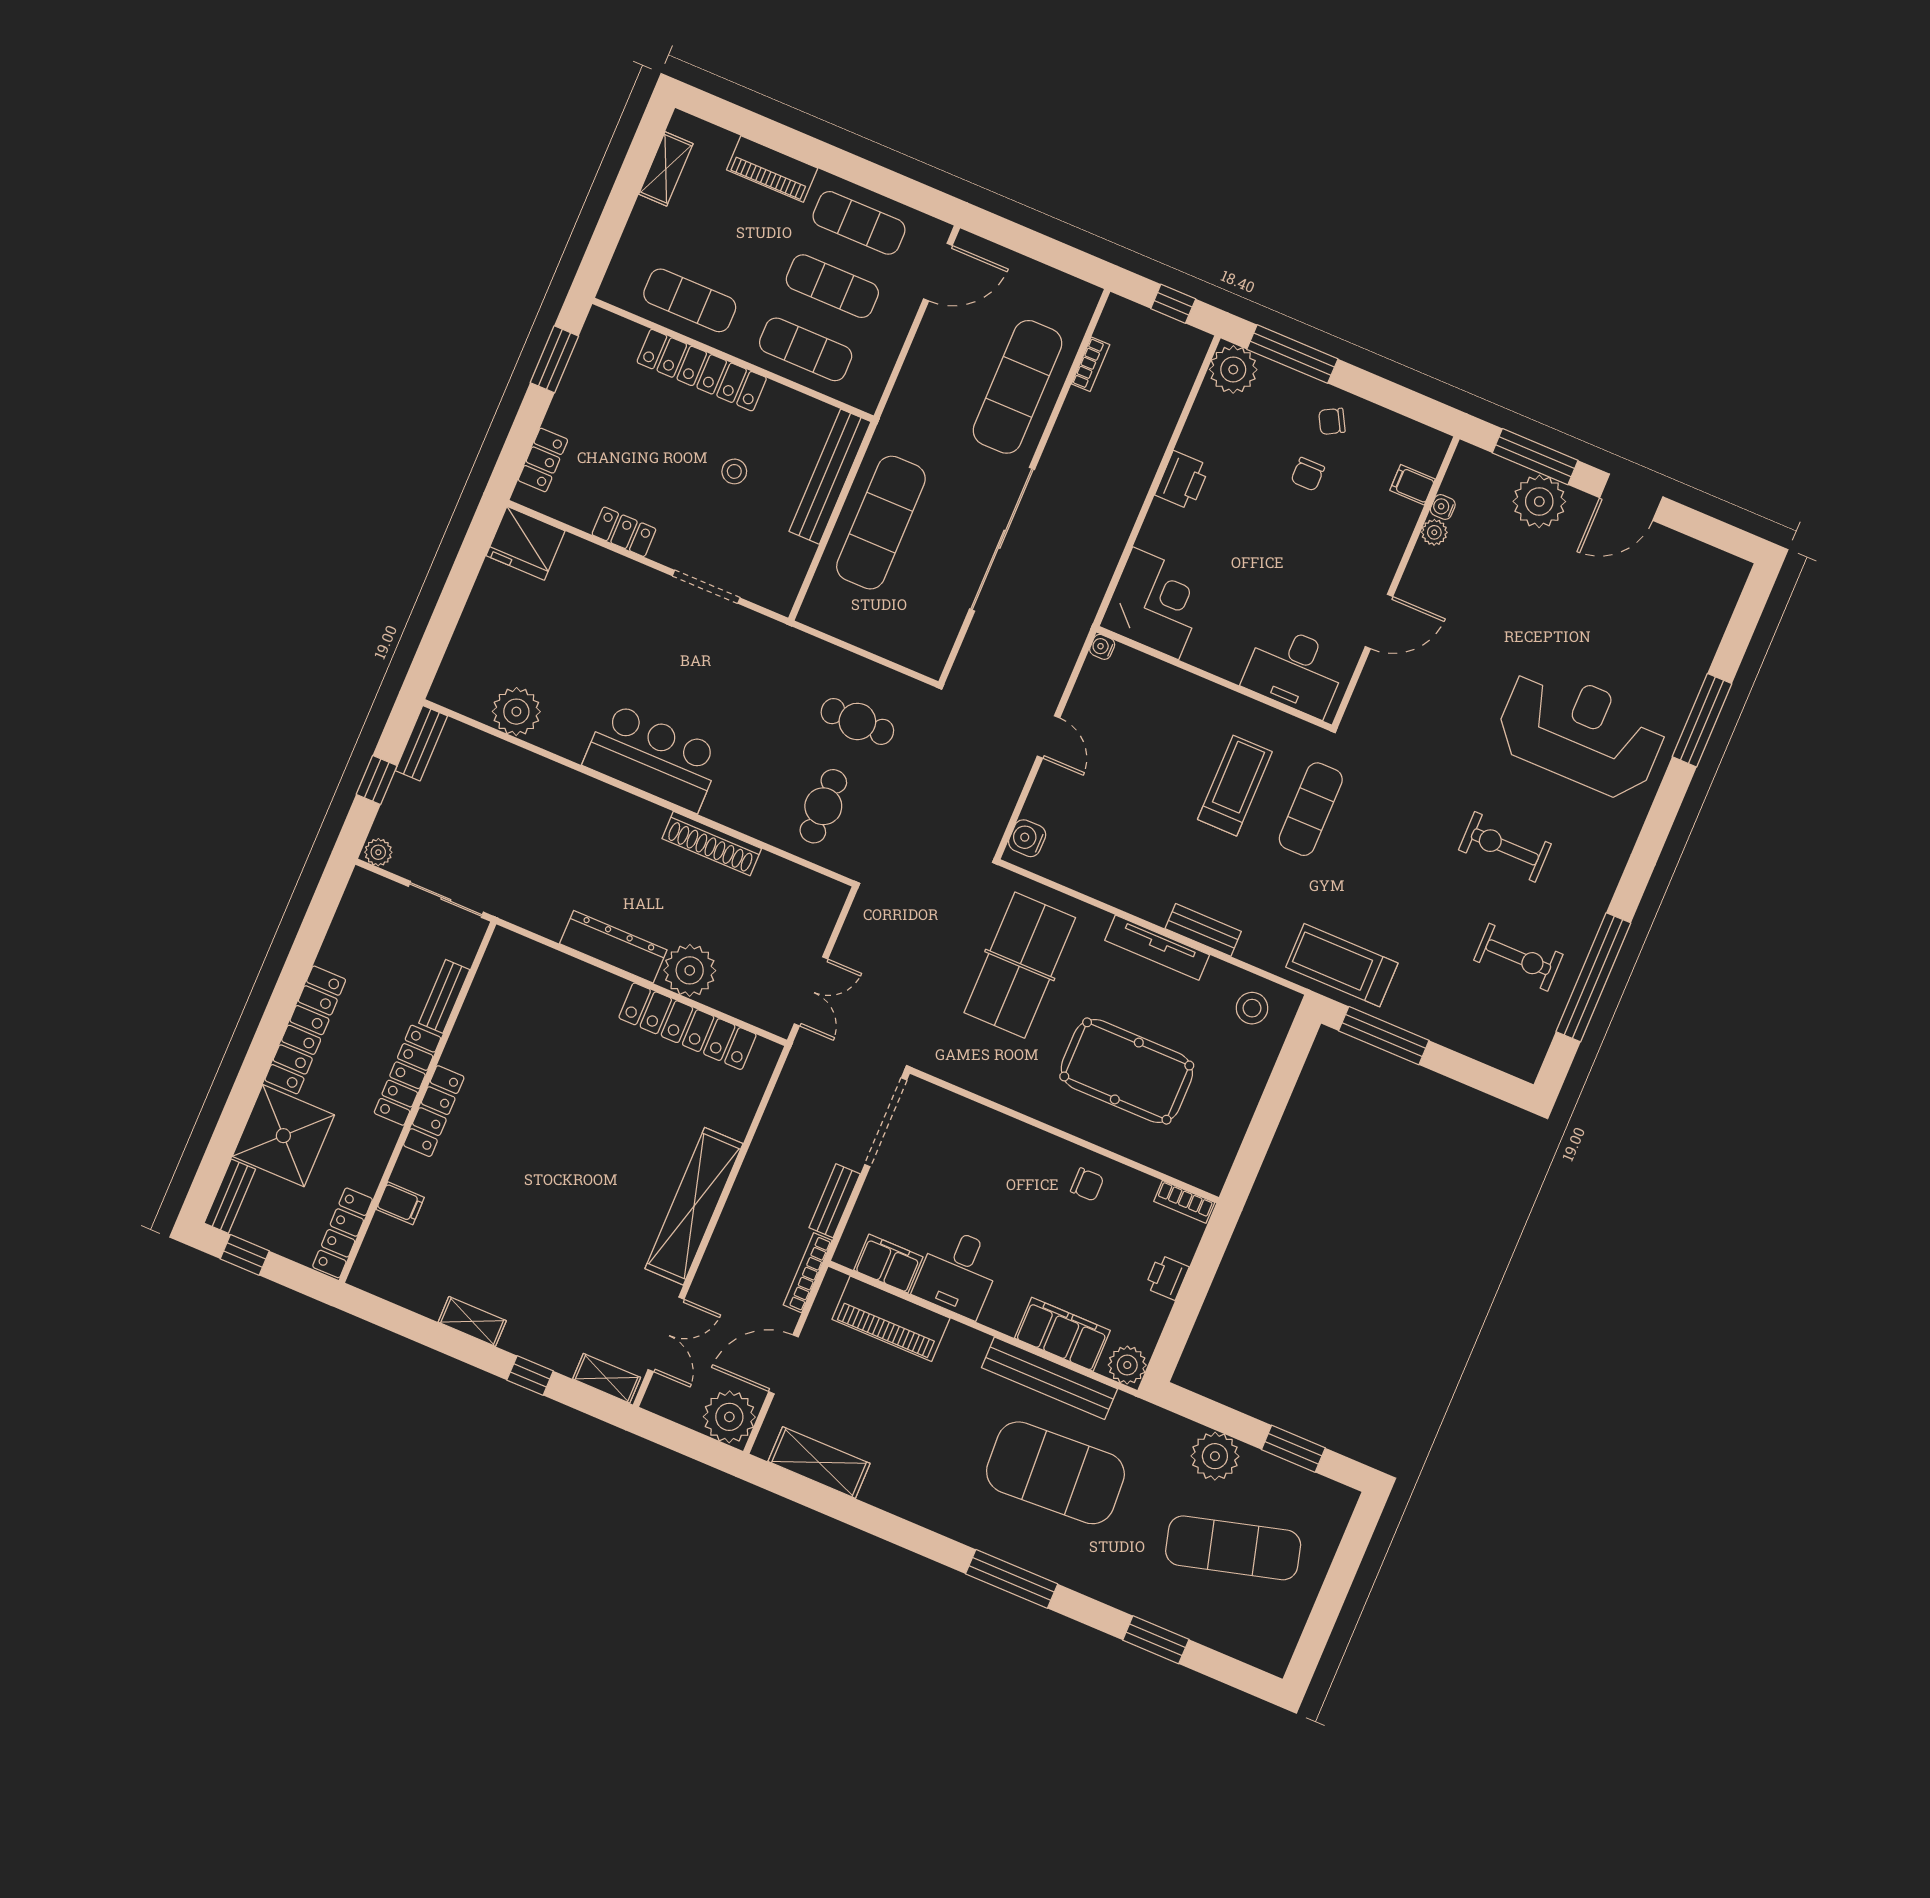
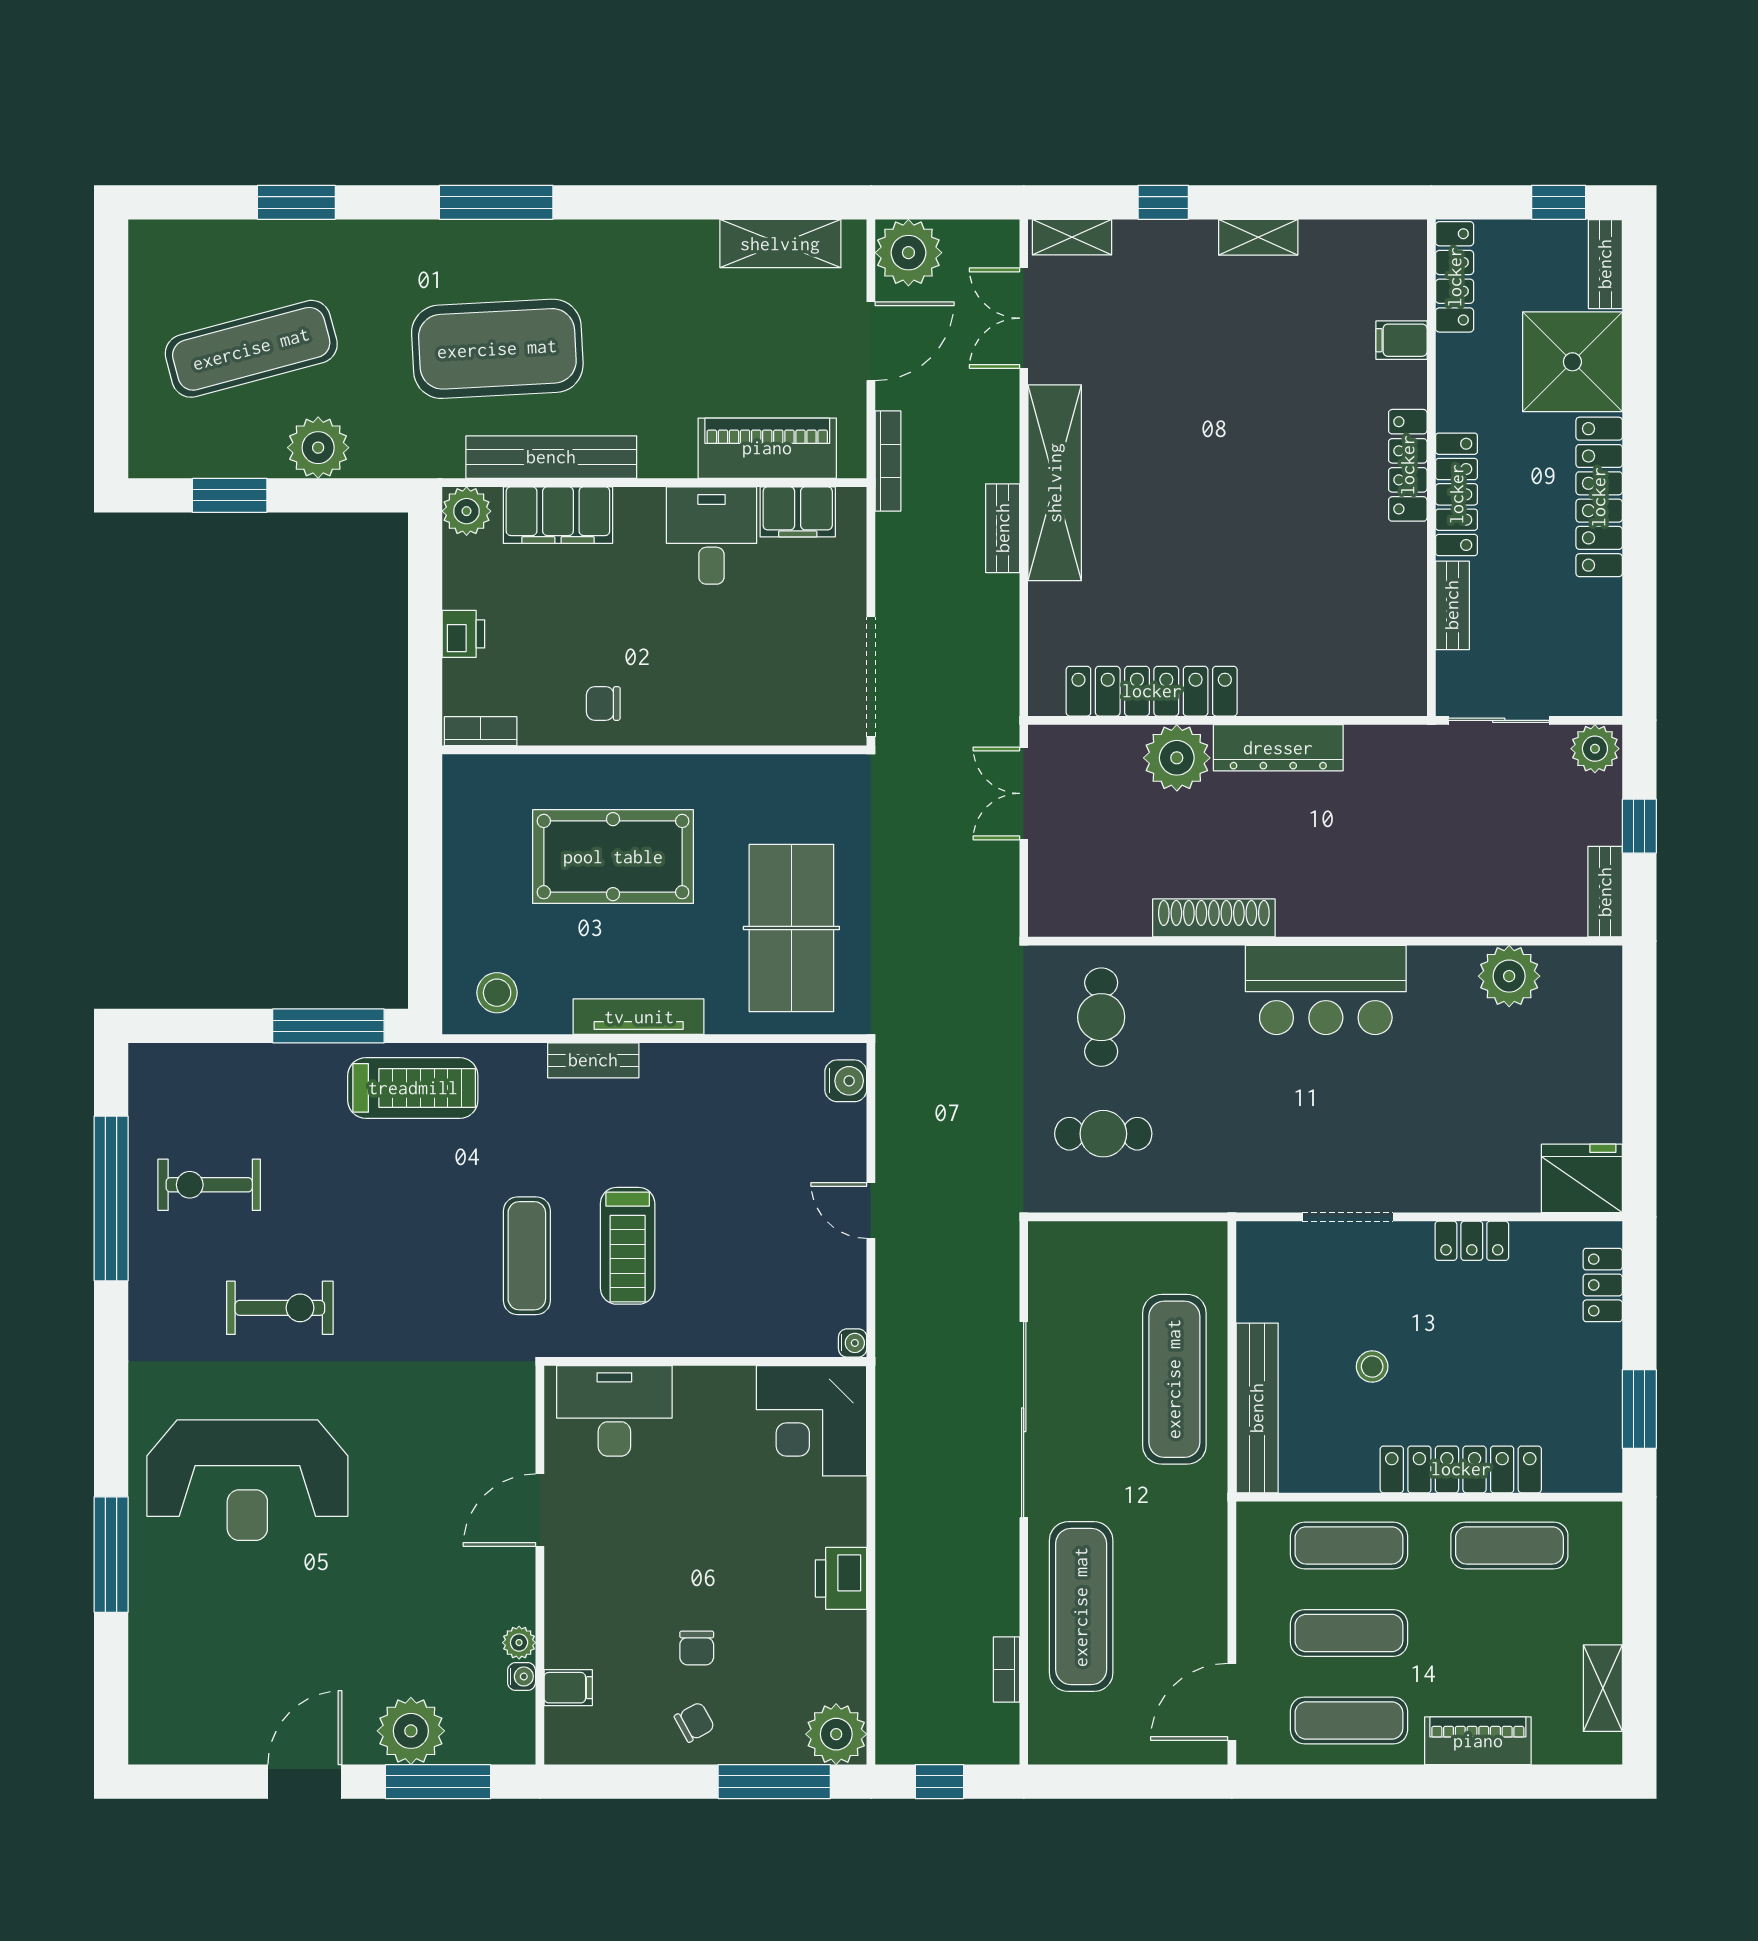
chair: (1308, 474) -> (697, 1648), turned 180
plant: (378, 852) -> (1595, 749), width x1.38, depth x1.38
bench: (835, 1201) -> (1003, 528), moved

